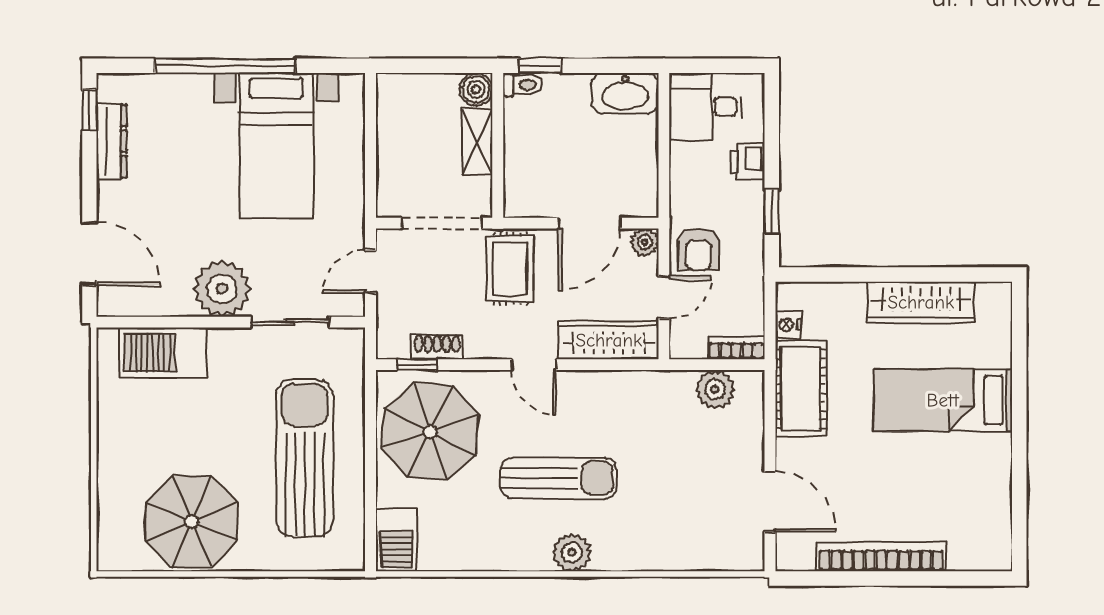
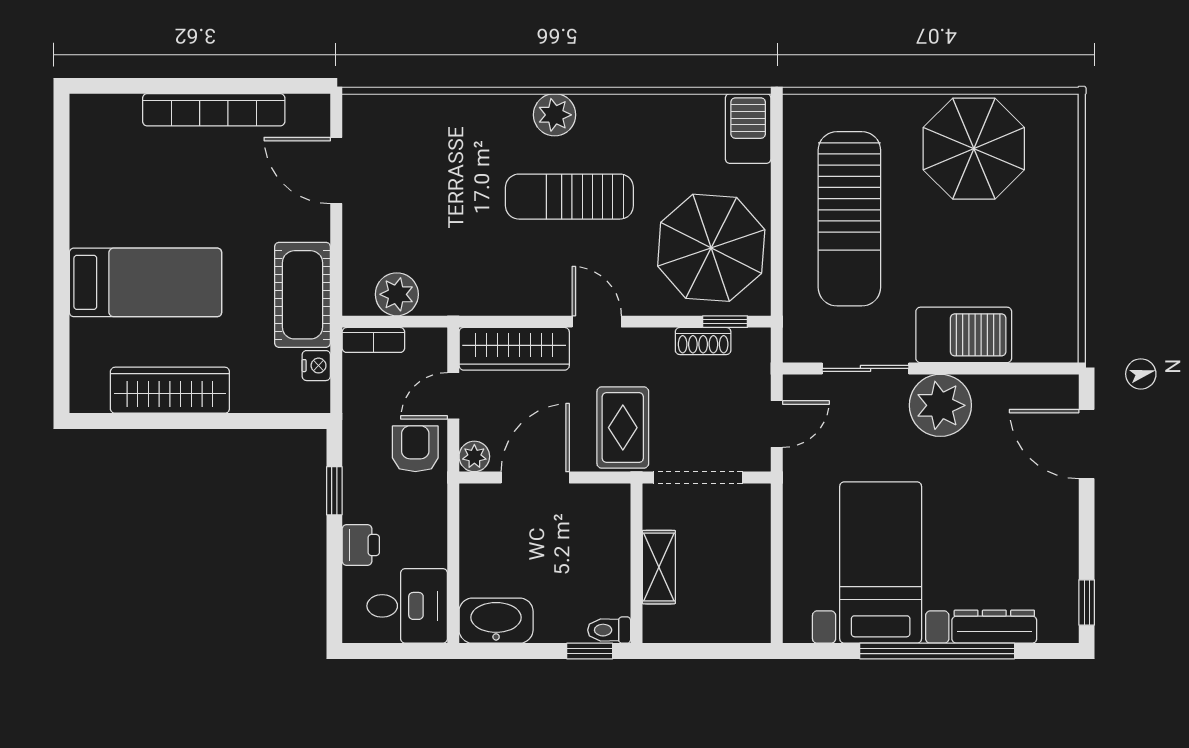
boiler: (476, 89) -> (660, 625), removed
dresser: (111, 141) -> (994, 627), moved, turned 90
barbecue: (163, 353) -> (964, 335), moved

